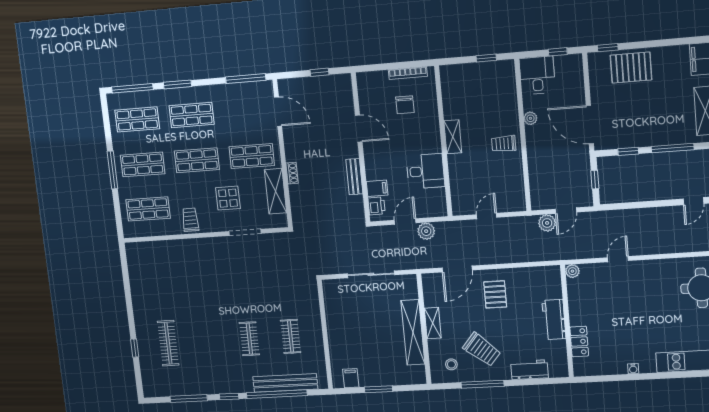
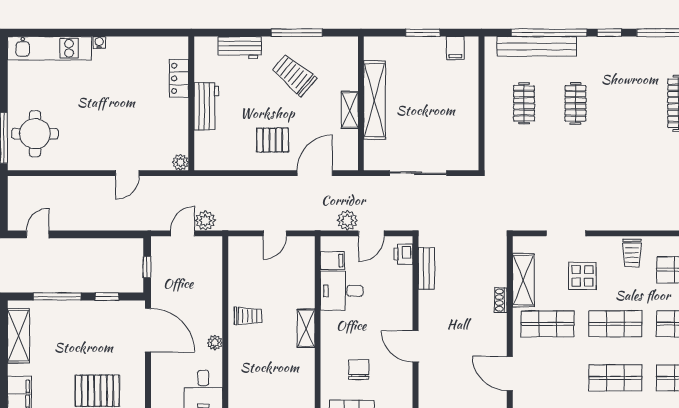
bench: (354, 177) -> (426, 268), moved
filing cabinet: (377, 188) -> (332, 261), moved, turned 180
pallet: (495, 294) -> (273, 140), turned 90
stool: (451, 364) -> (332, 59), removed
water cooler: (633, 369) -> (99, 42), moved

